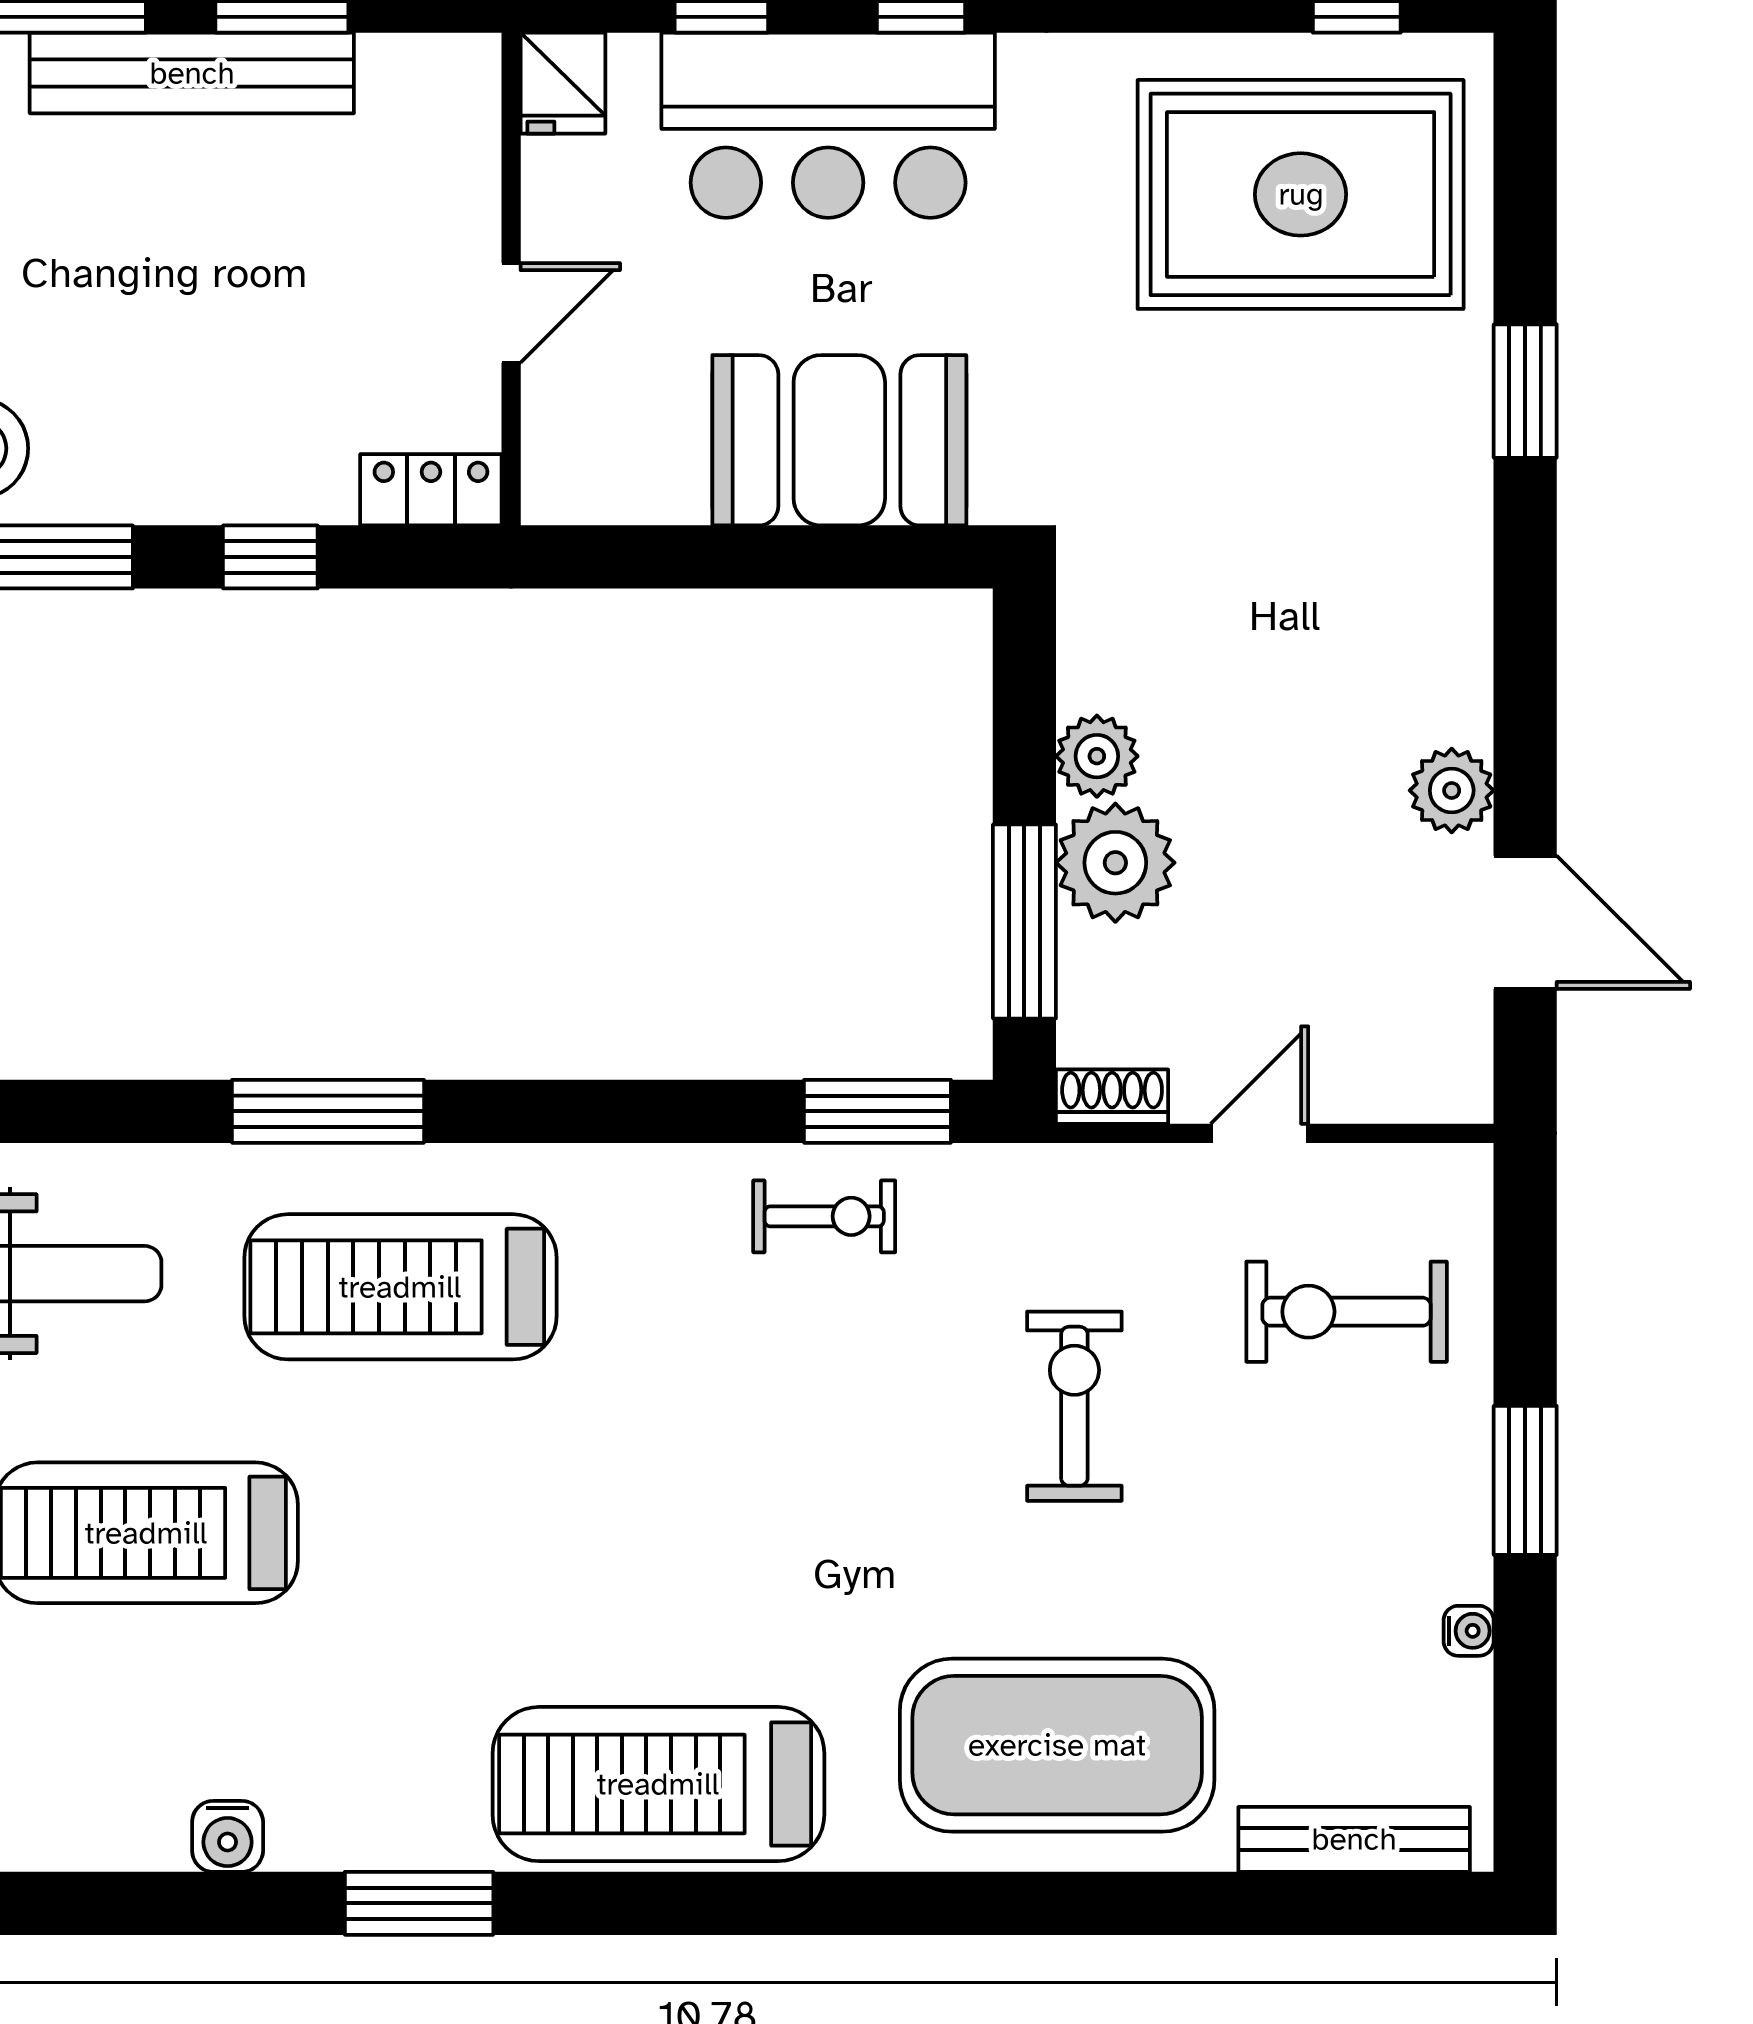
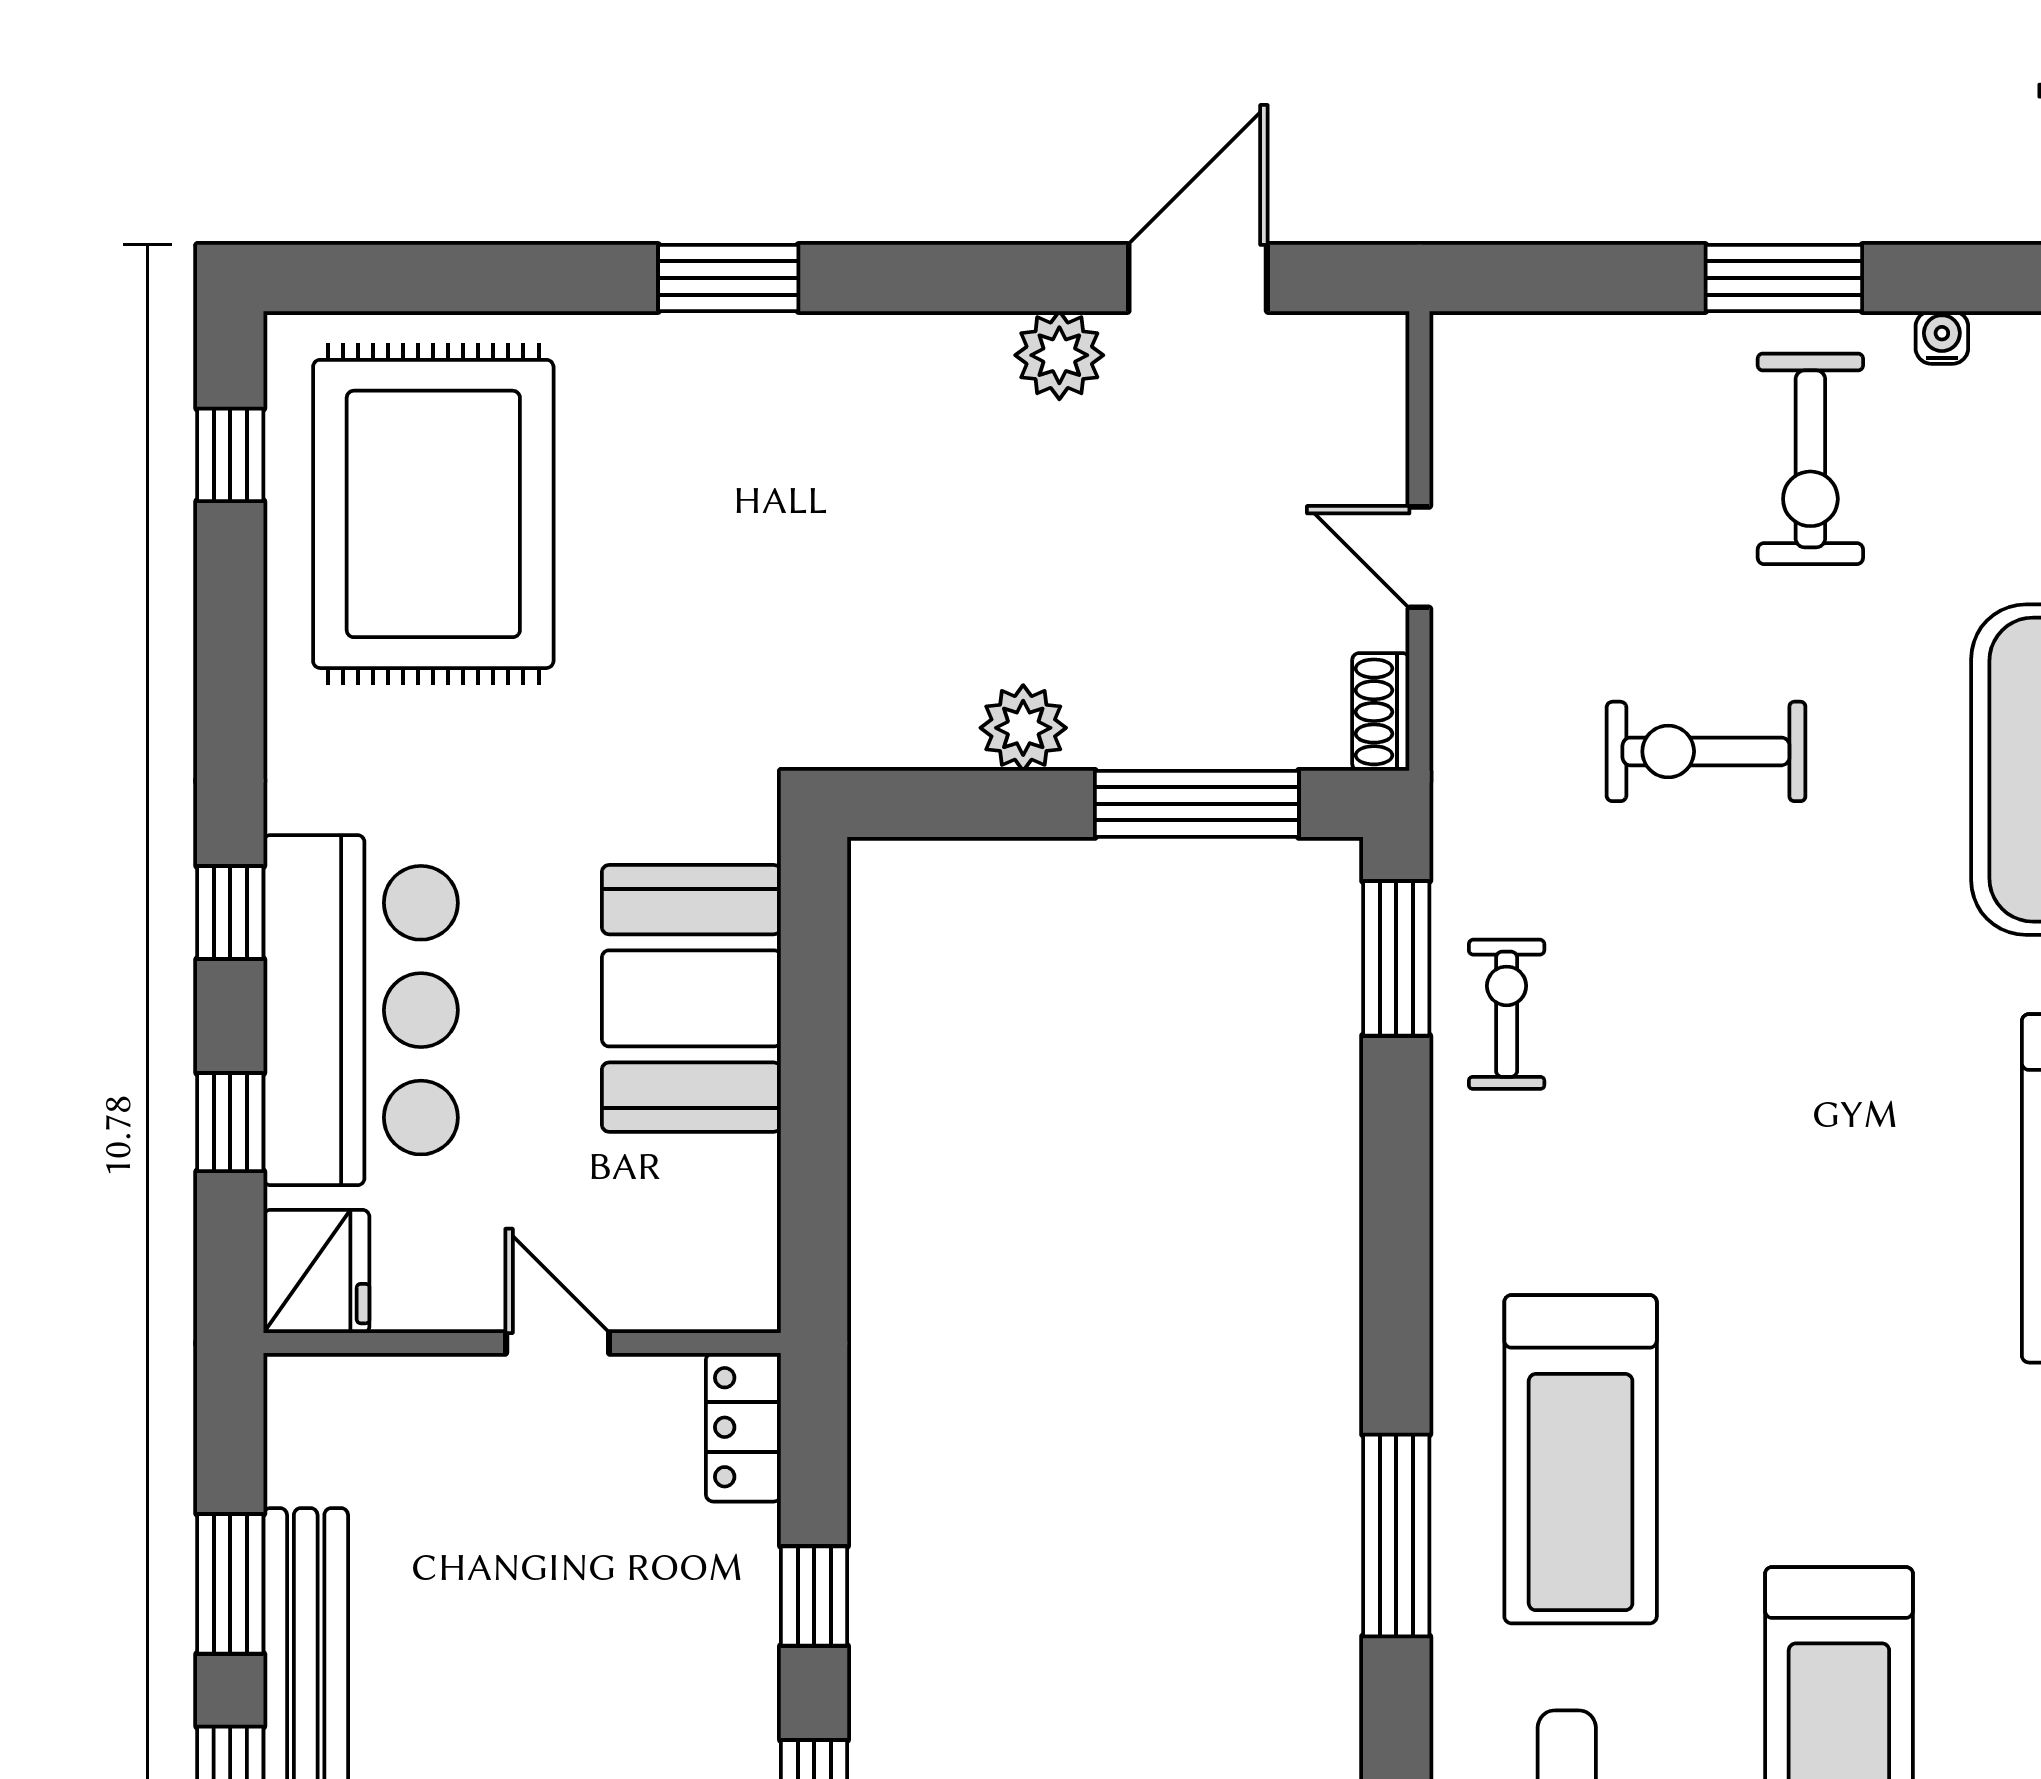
fridge: (563, 83) -> (316, 1271), width x1.38
window: (1525, 391) -> (728, 278), moved
plant: (1115, 863) -> (1135, 708), removed
exercise bike: (1347, 1312) -> (1810, 459), moved

